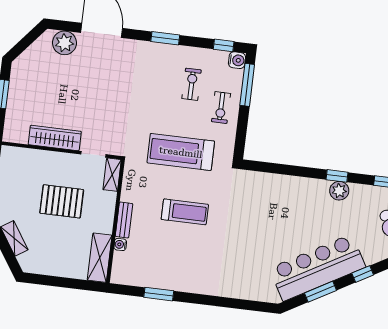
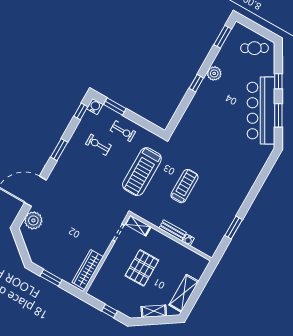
window: (247, 85) -> (115, 107), width x0.69
wardrobe: (55, 138) -> (88, 270), moved
window: (337, 176) -> (196, 83), moved
shelving: (100, 258) -> (184, 293), moved, turned 90

